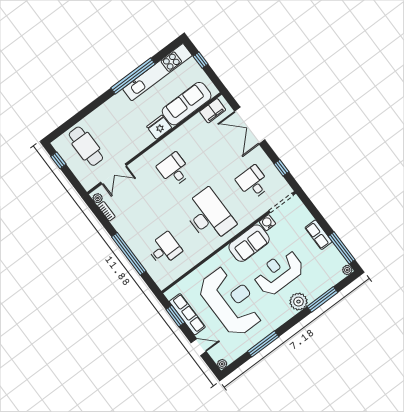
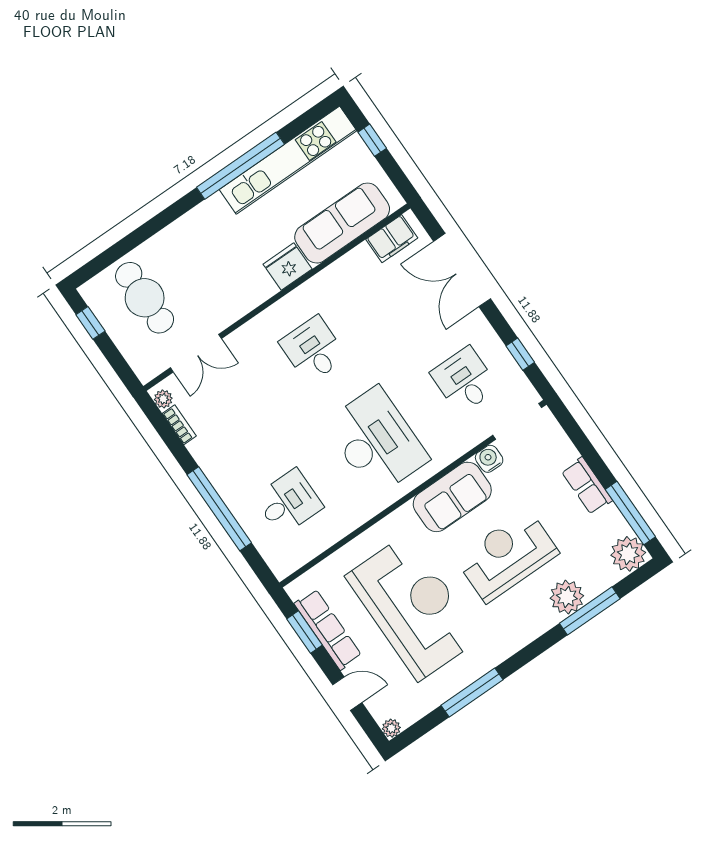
plant: (347, 270) -> (628, 554), width x1.87, depth x1.87
plant: (298, 302) -> (567, 597), moved

